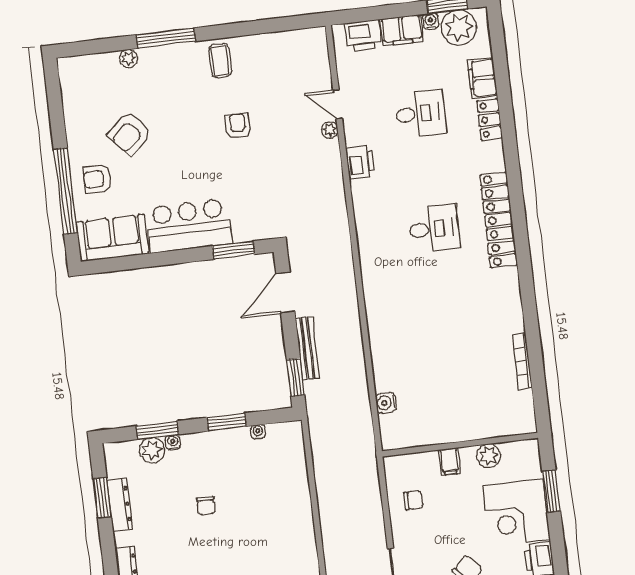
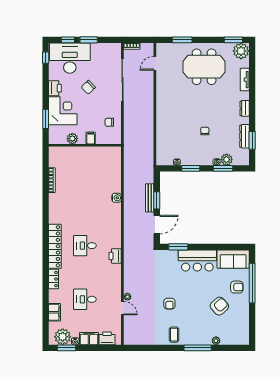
locker: (490, 120) -> (54, 279), moved
printer: (360, 162) -> (115, 256), moved
window: (295, 377) -> (157, 200), moved
water cooler: (386, 403) -> (117, 198), moved

